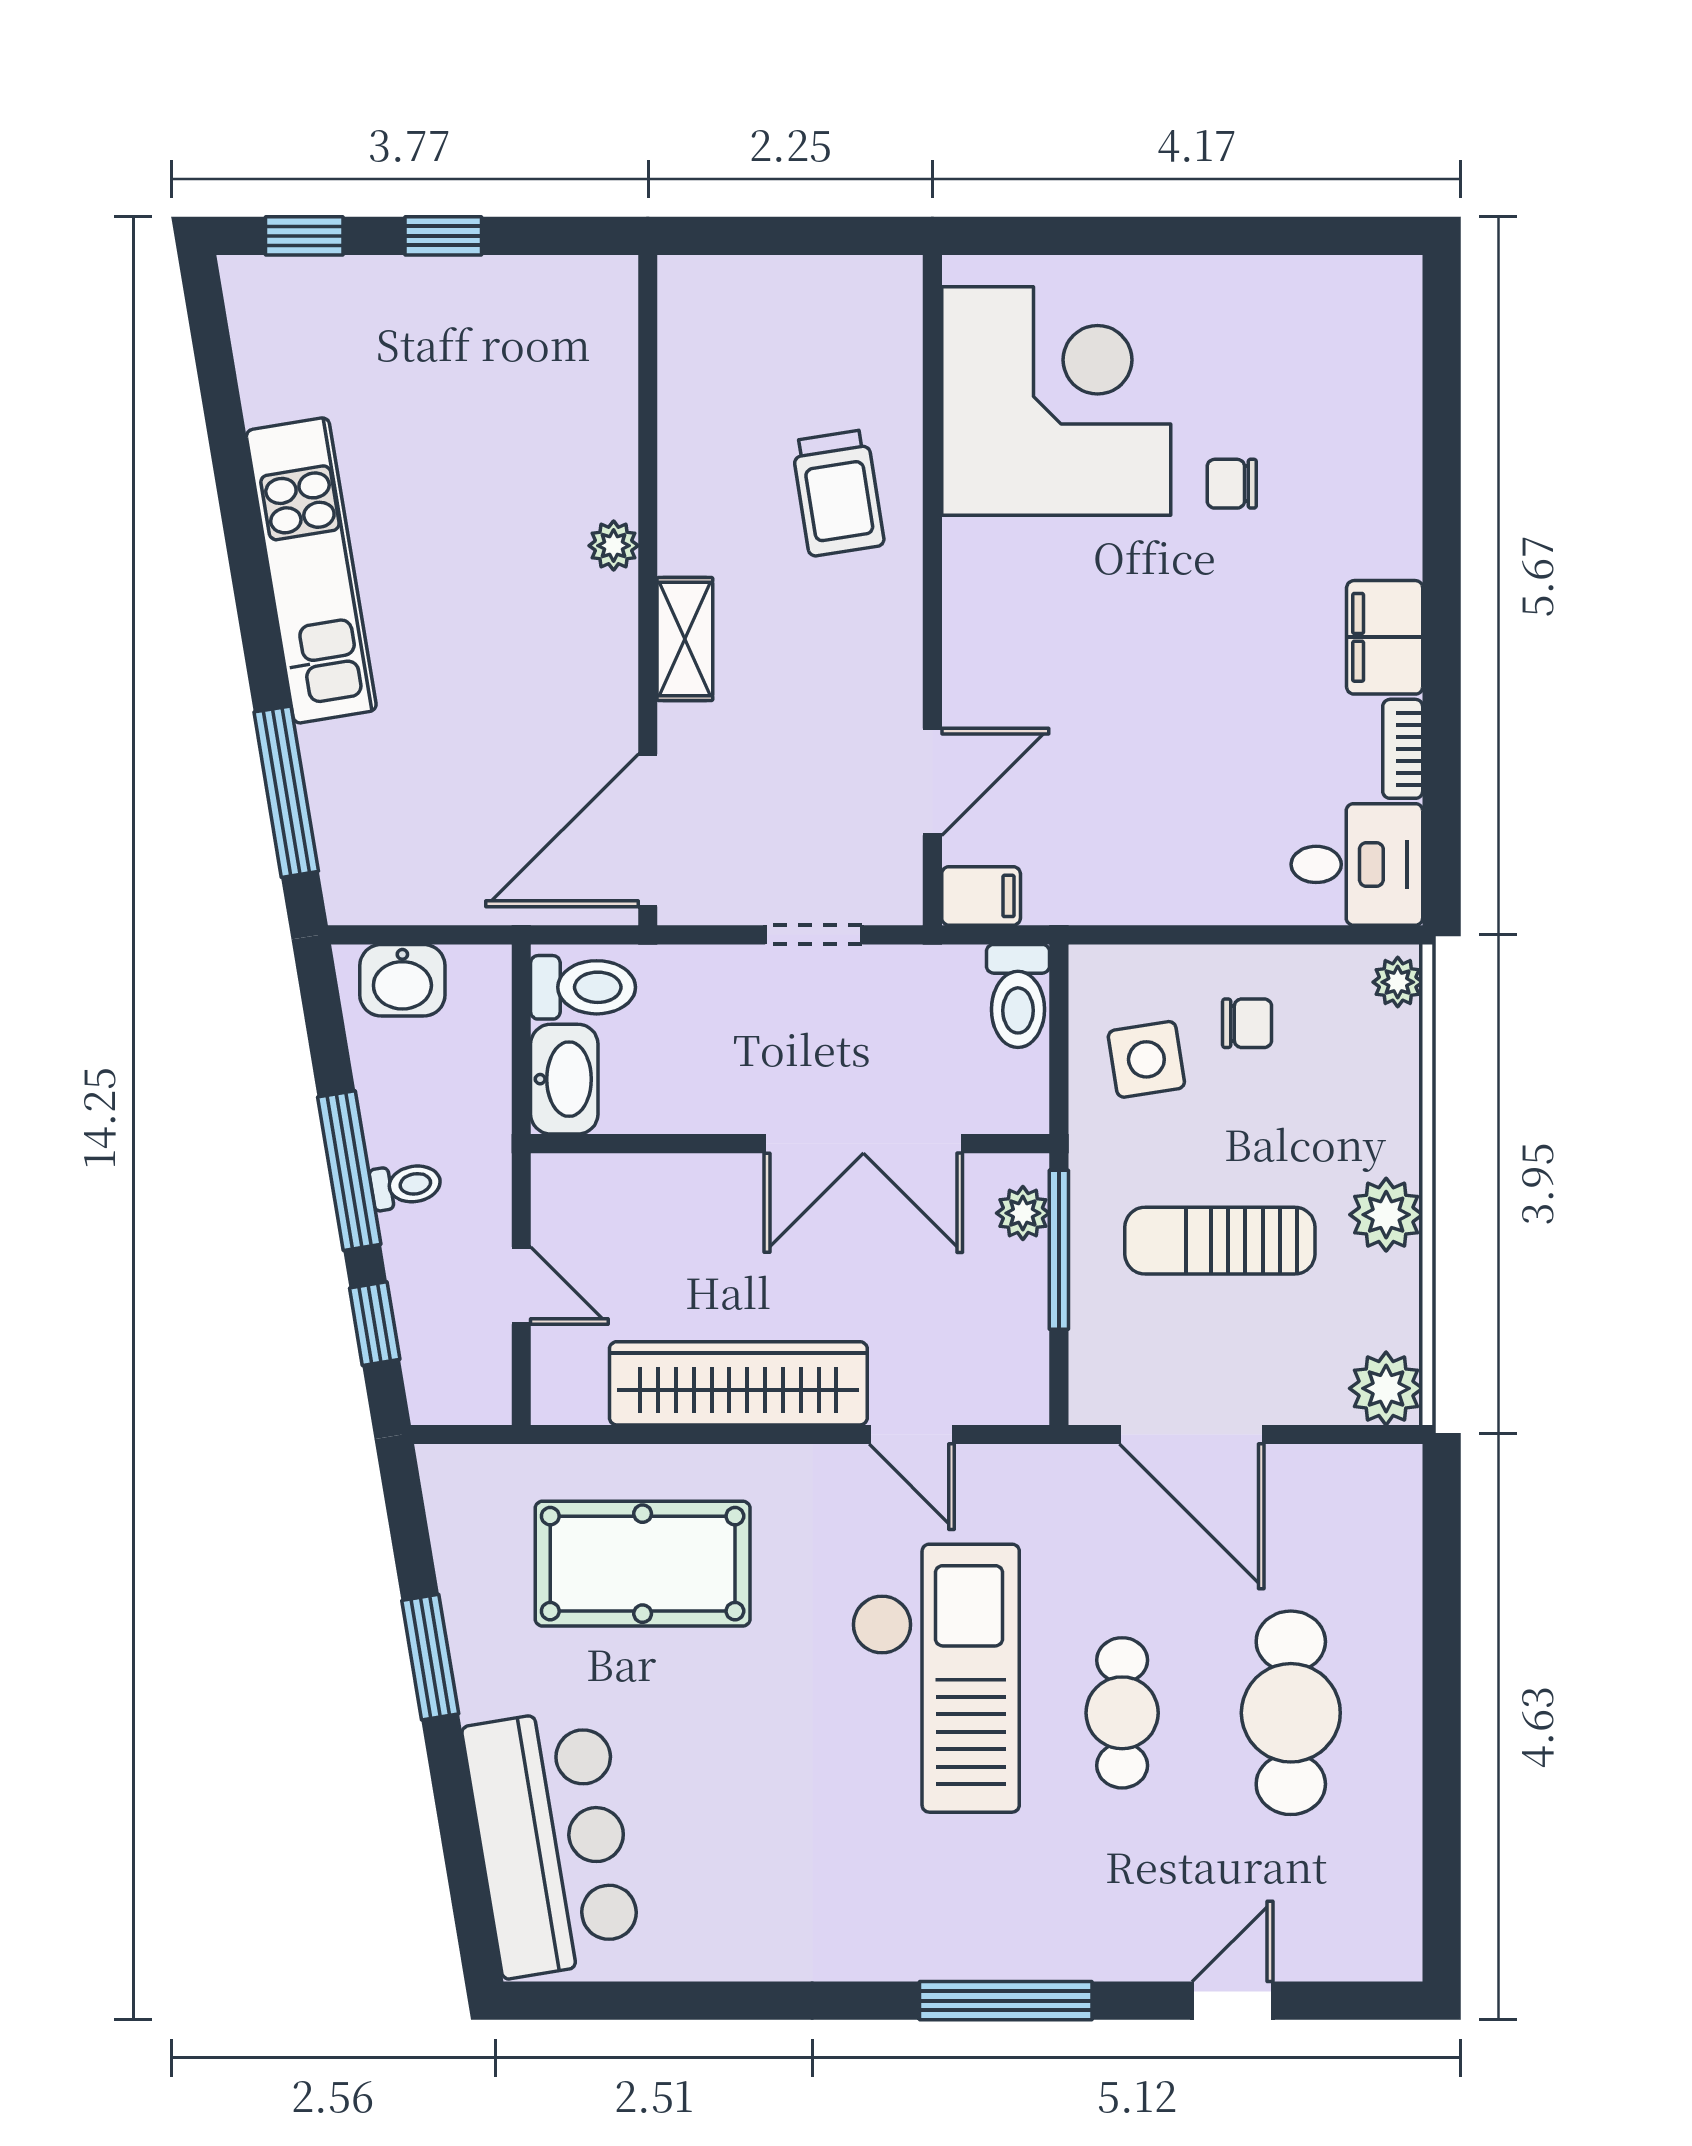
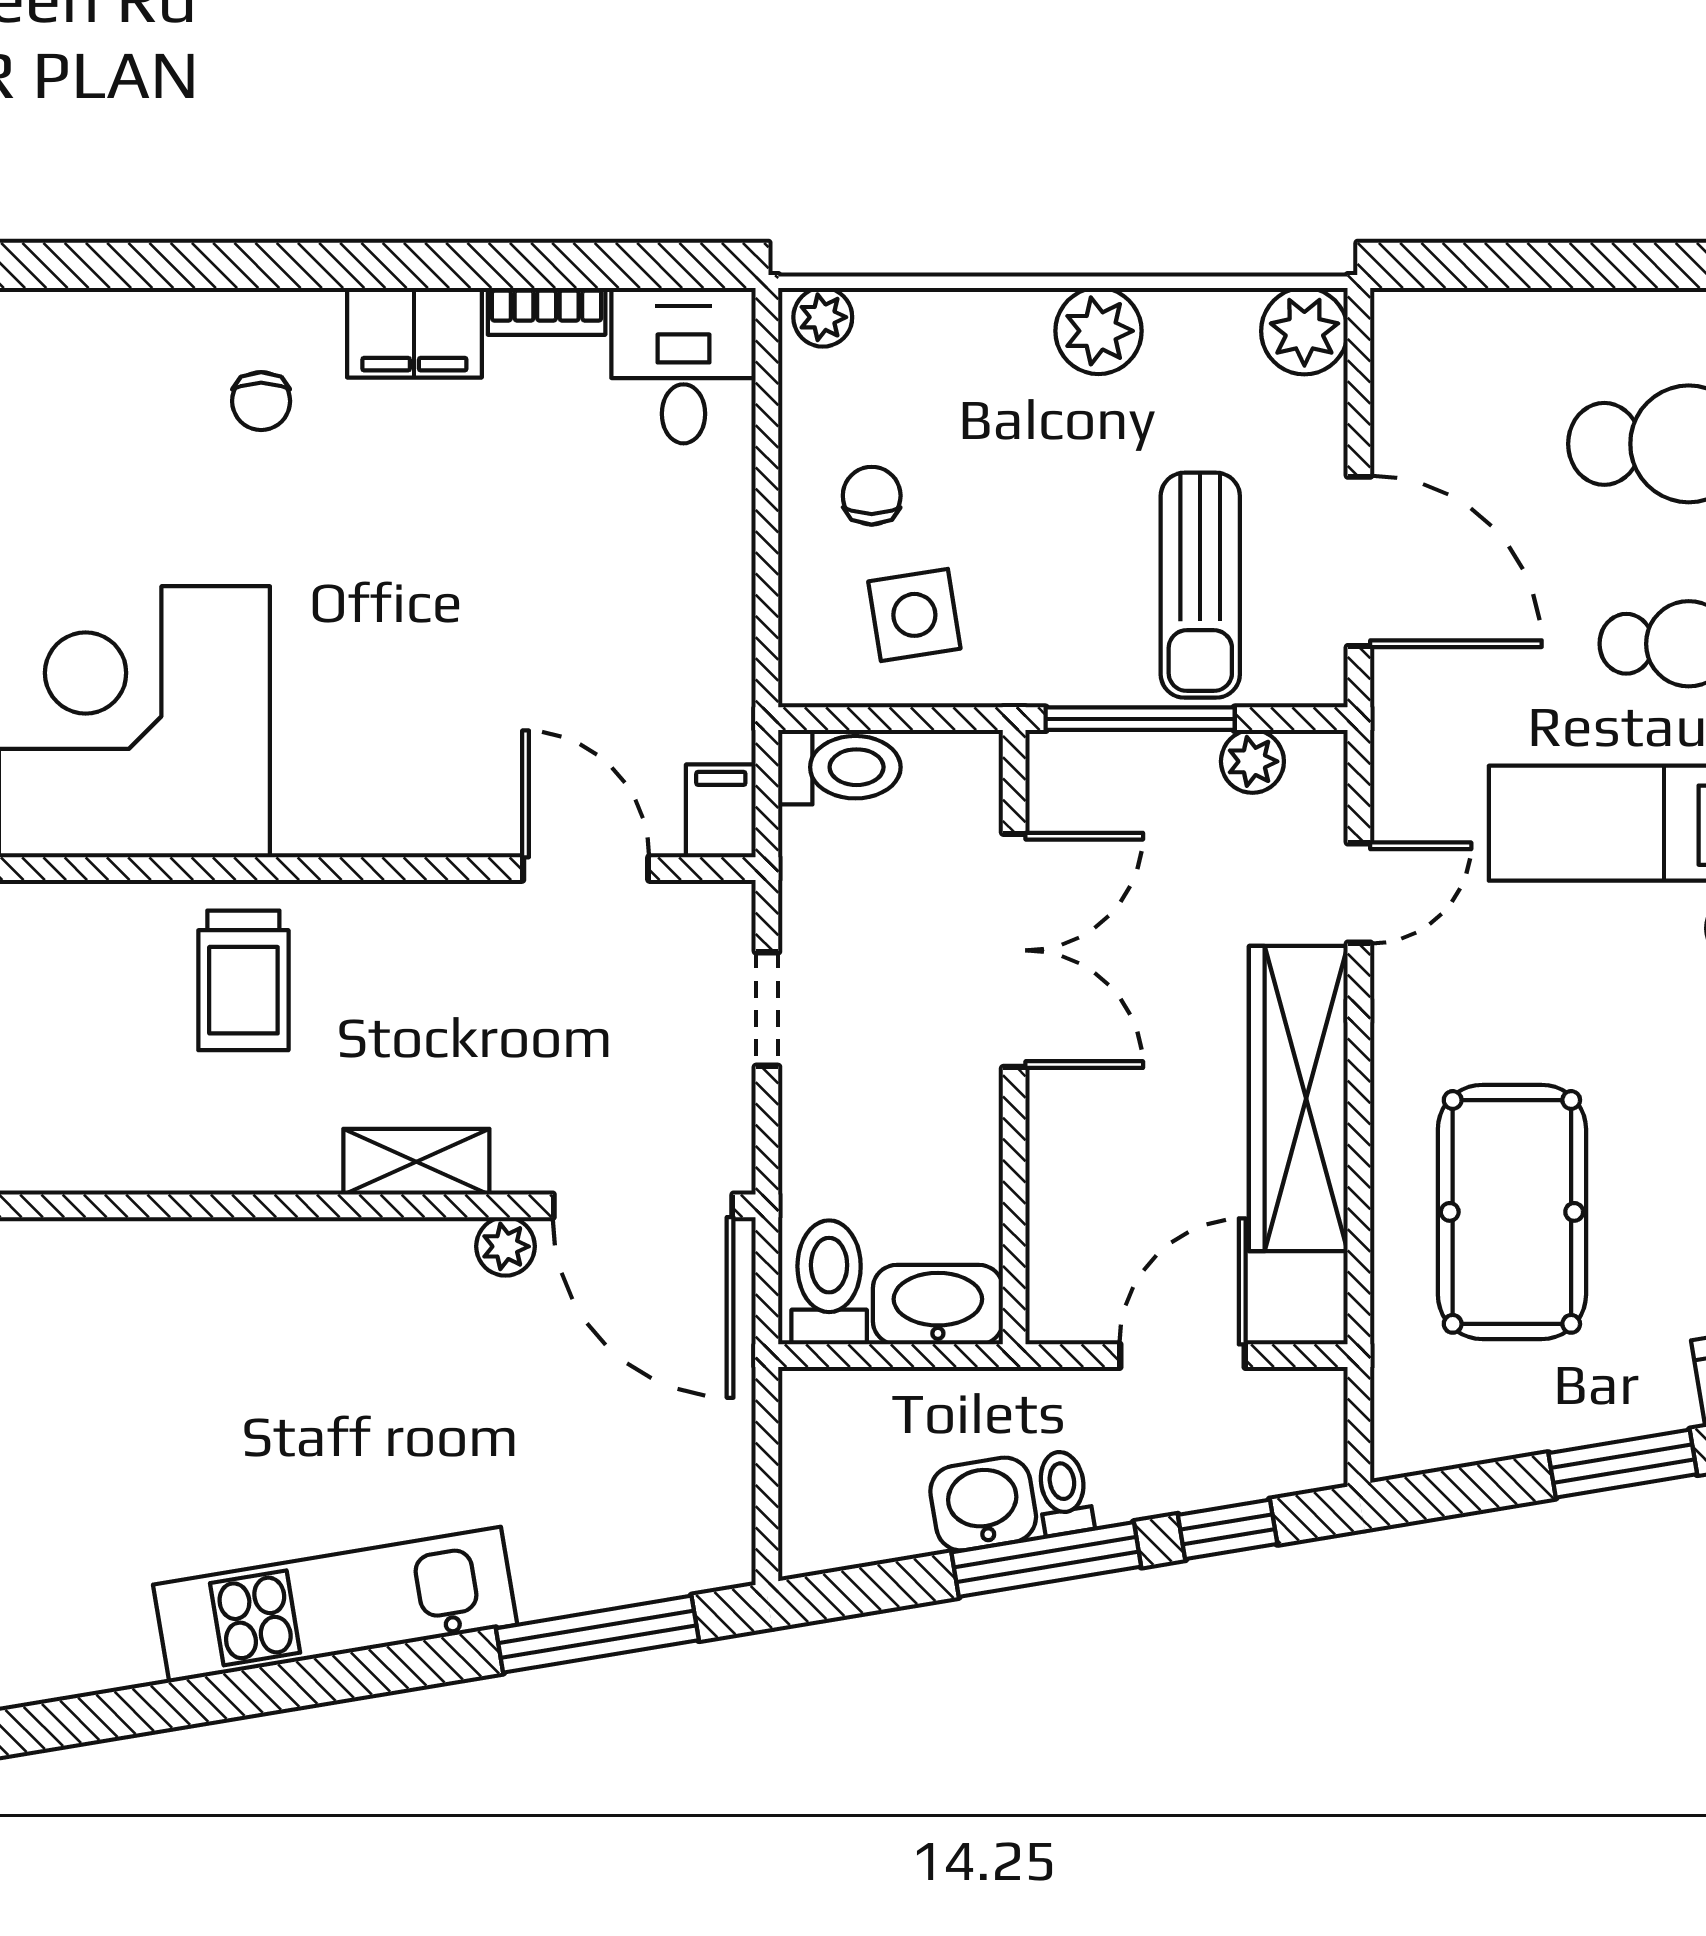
chair: (1232, 484) -> (261, 401), moved
trolley: (838, 493) -> (243, 980), turned 99
plant: (614, 546) -> (505, 1246), moved
washbasin: (402, 980) -> (983, 1504), moved, turned -99
plant: (1023, 1213) -> (1252, 761), moved
sun lounger: (1220, 1241) -> (1200, 585), moved
door: (521, 1286) -> (1183, 1356), width x1.38
door: (1192, 1435) -> (1359, 561), hinge flipped

